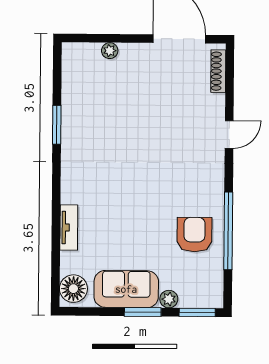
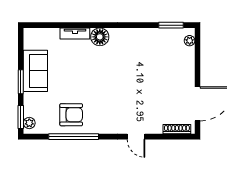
plant: (110, 51) -> (190, 41), moved
window: (57, 125) -> (171, 25), moved
floor lamp: (73, 289) -> (100, 37), moved
plant: (169, 299) -> (29, 123), moved

